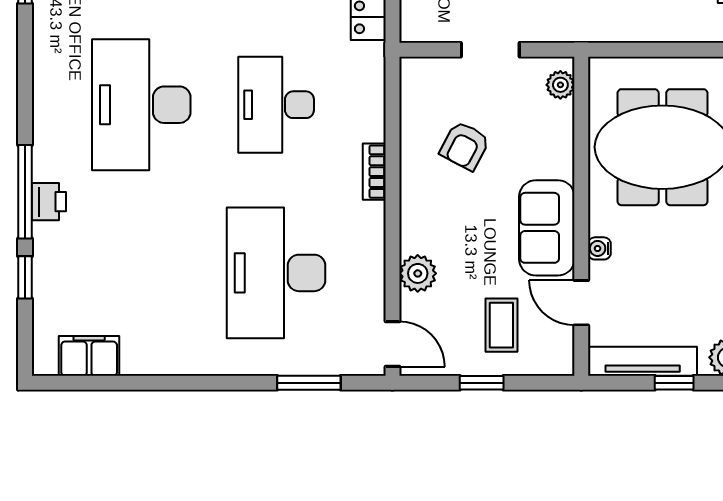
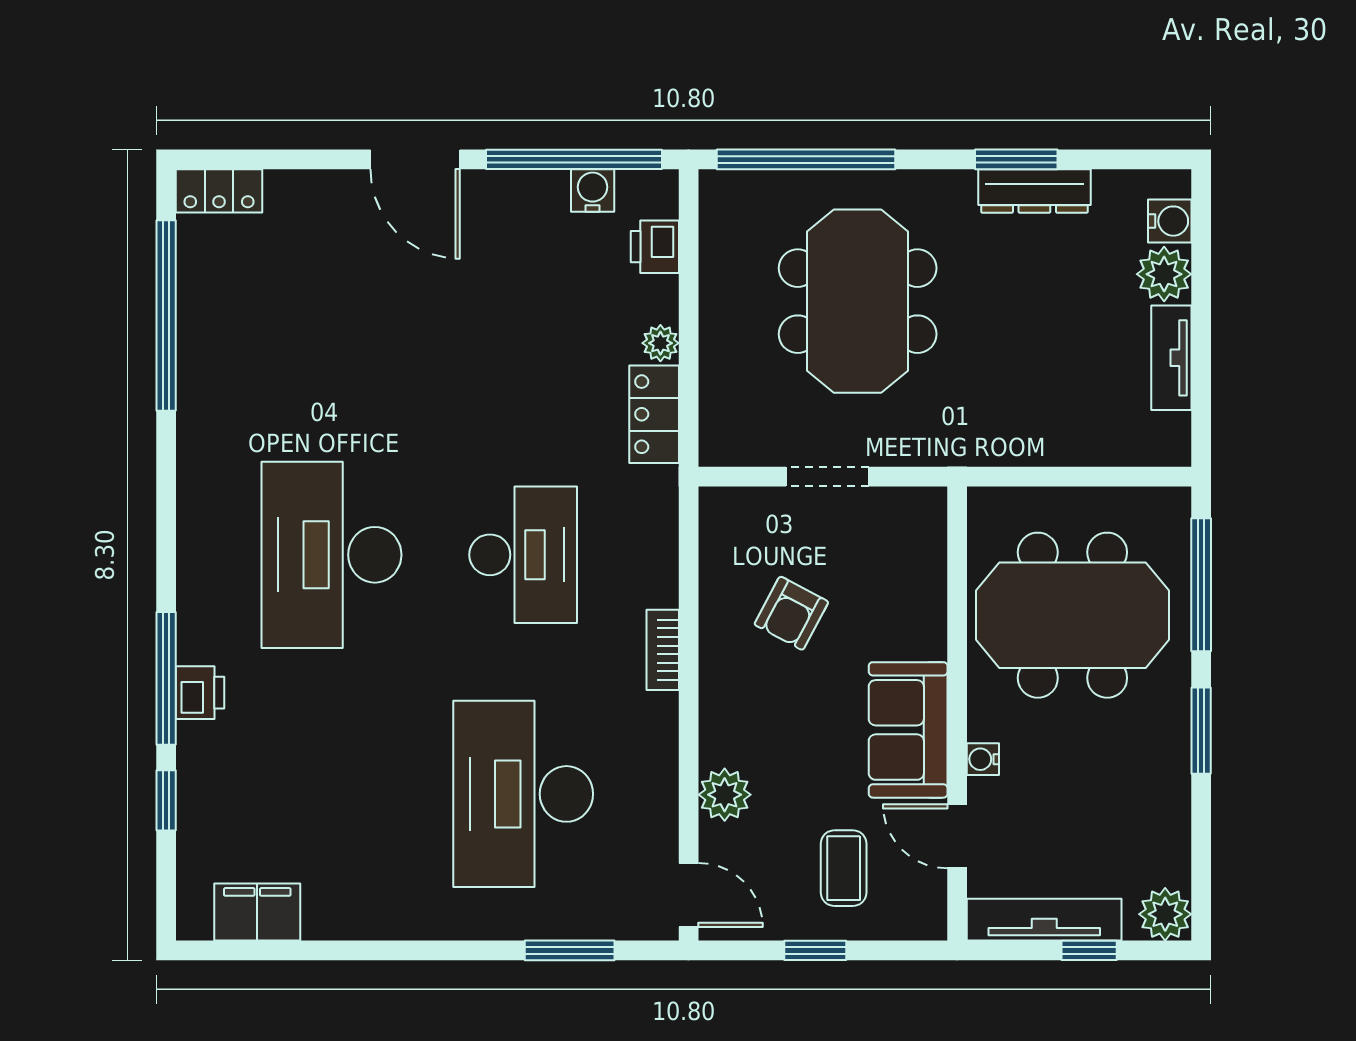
plant: (560, 85) -> (927, 526), removed
desk: (276, 105) -> (523, 555), turned 180

